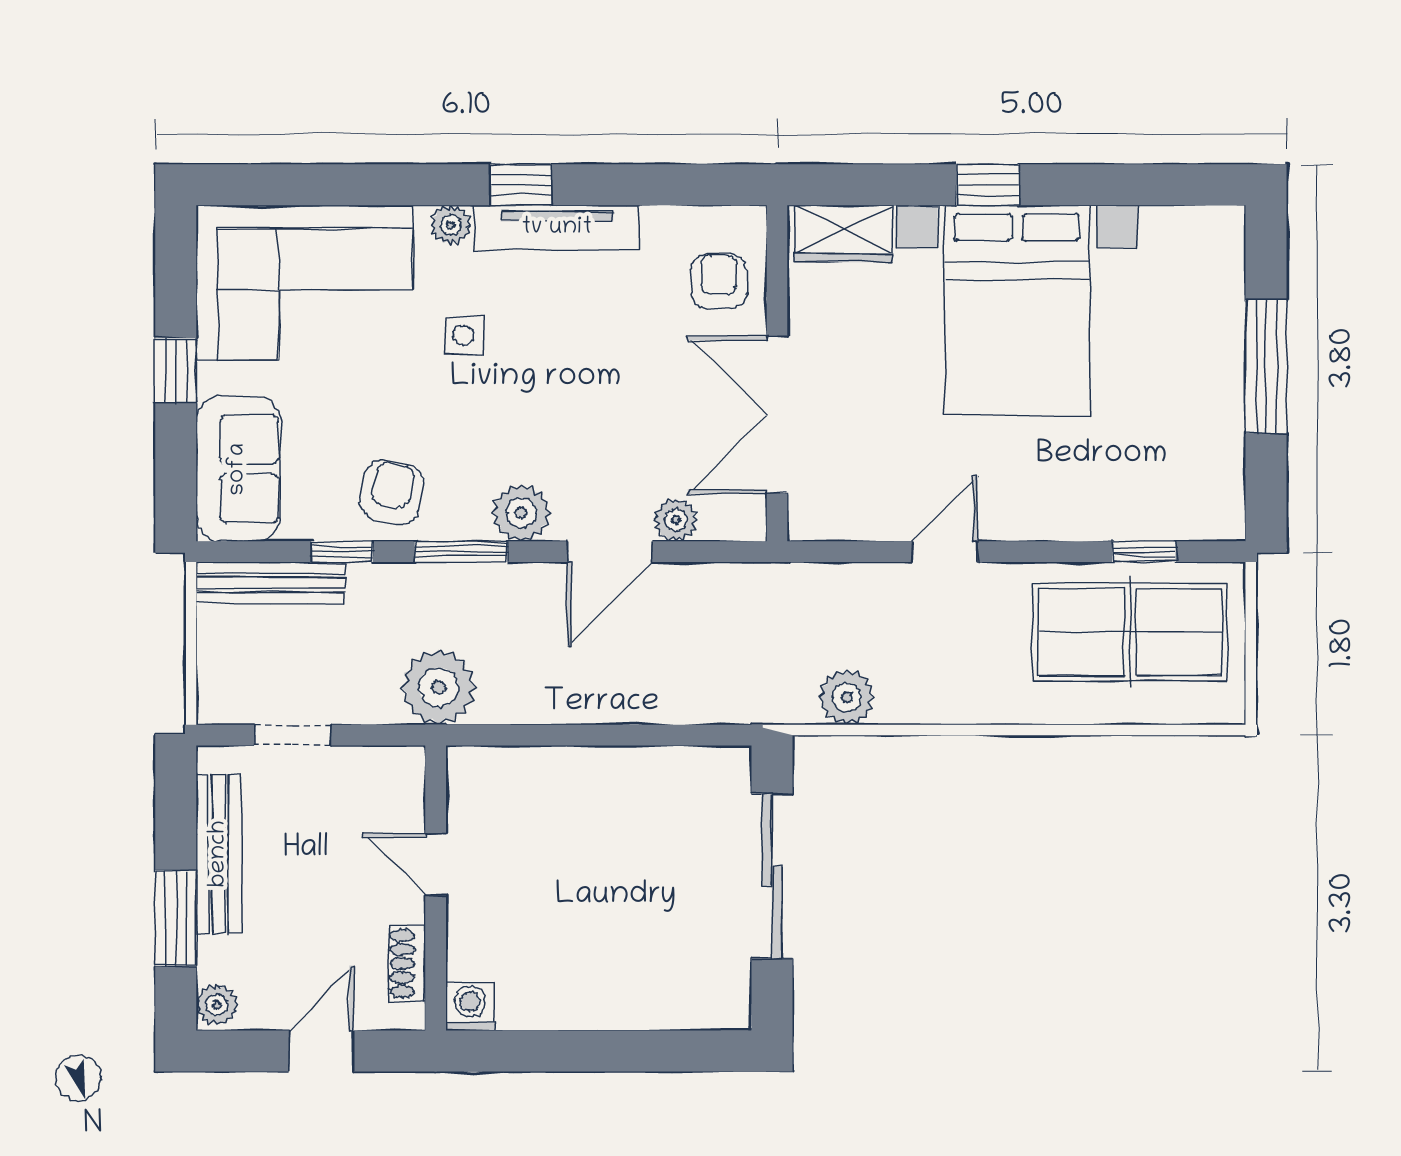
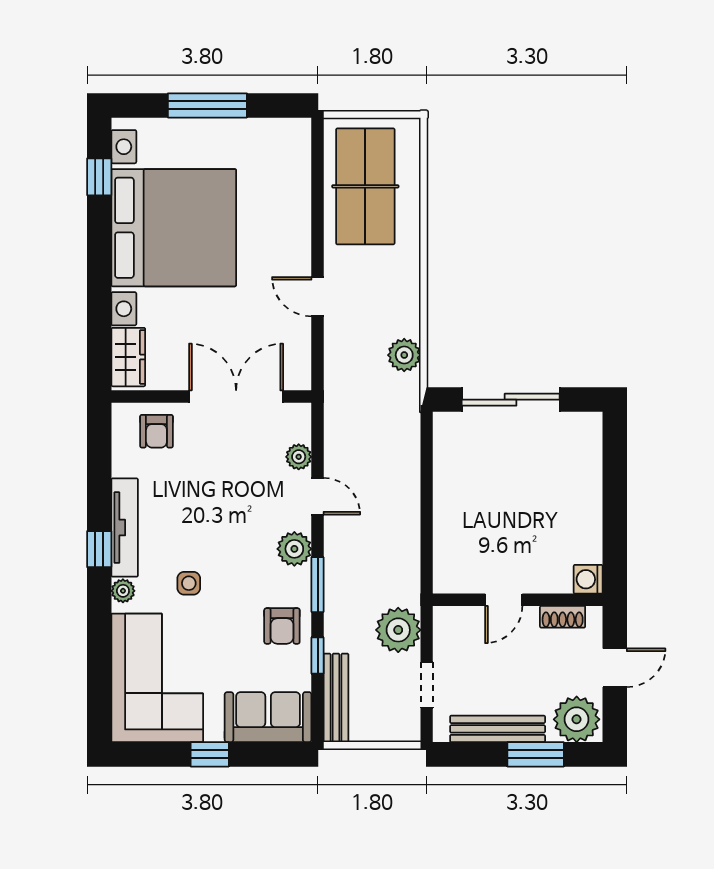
window: (988, 185) -> (99, 177), moved
armchair: (719, 281) -> (156, 431), turned -90
bed with nightstands: (1017, 310) -> (174, 228), width x1.36
double door: (777, 415) -> (236, 397), swing flipped
armchair: (392, 492) -> (282, 626), turned -102
door: (609, 552) -> (318, 496), width x0.73
window: (1144, 552) -> (318, 178), removed
plant: (439, 687) -> (398, 630), moved
plant: (217, 1005) -> (577, 719), width x1.88, depth x1.88
door: (321, 1051) -> (615, 668), swing flipped

